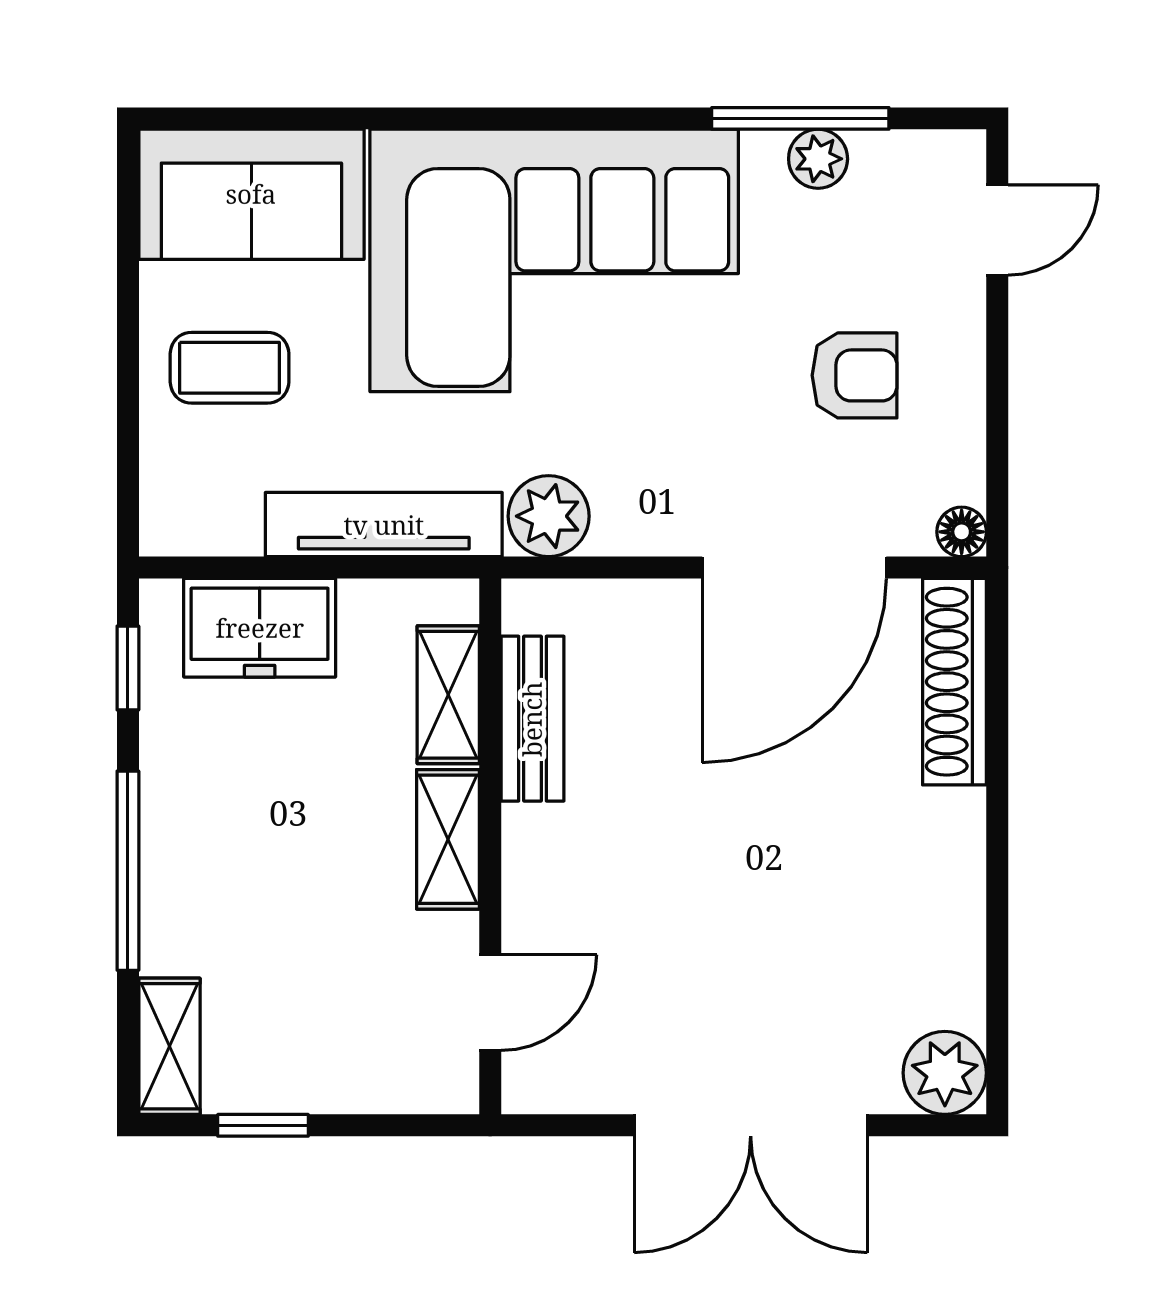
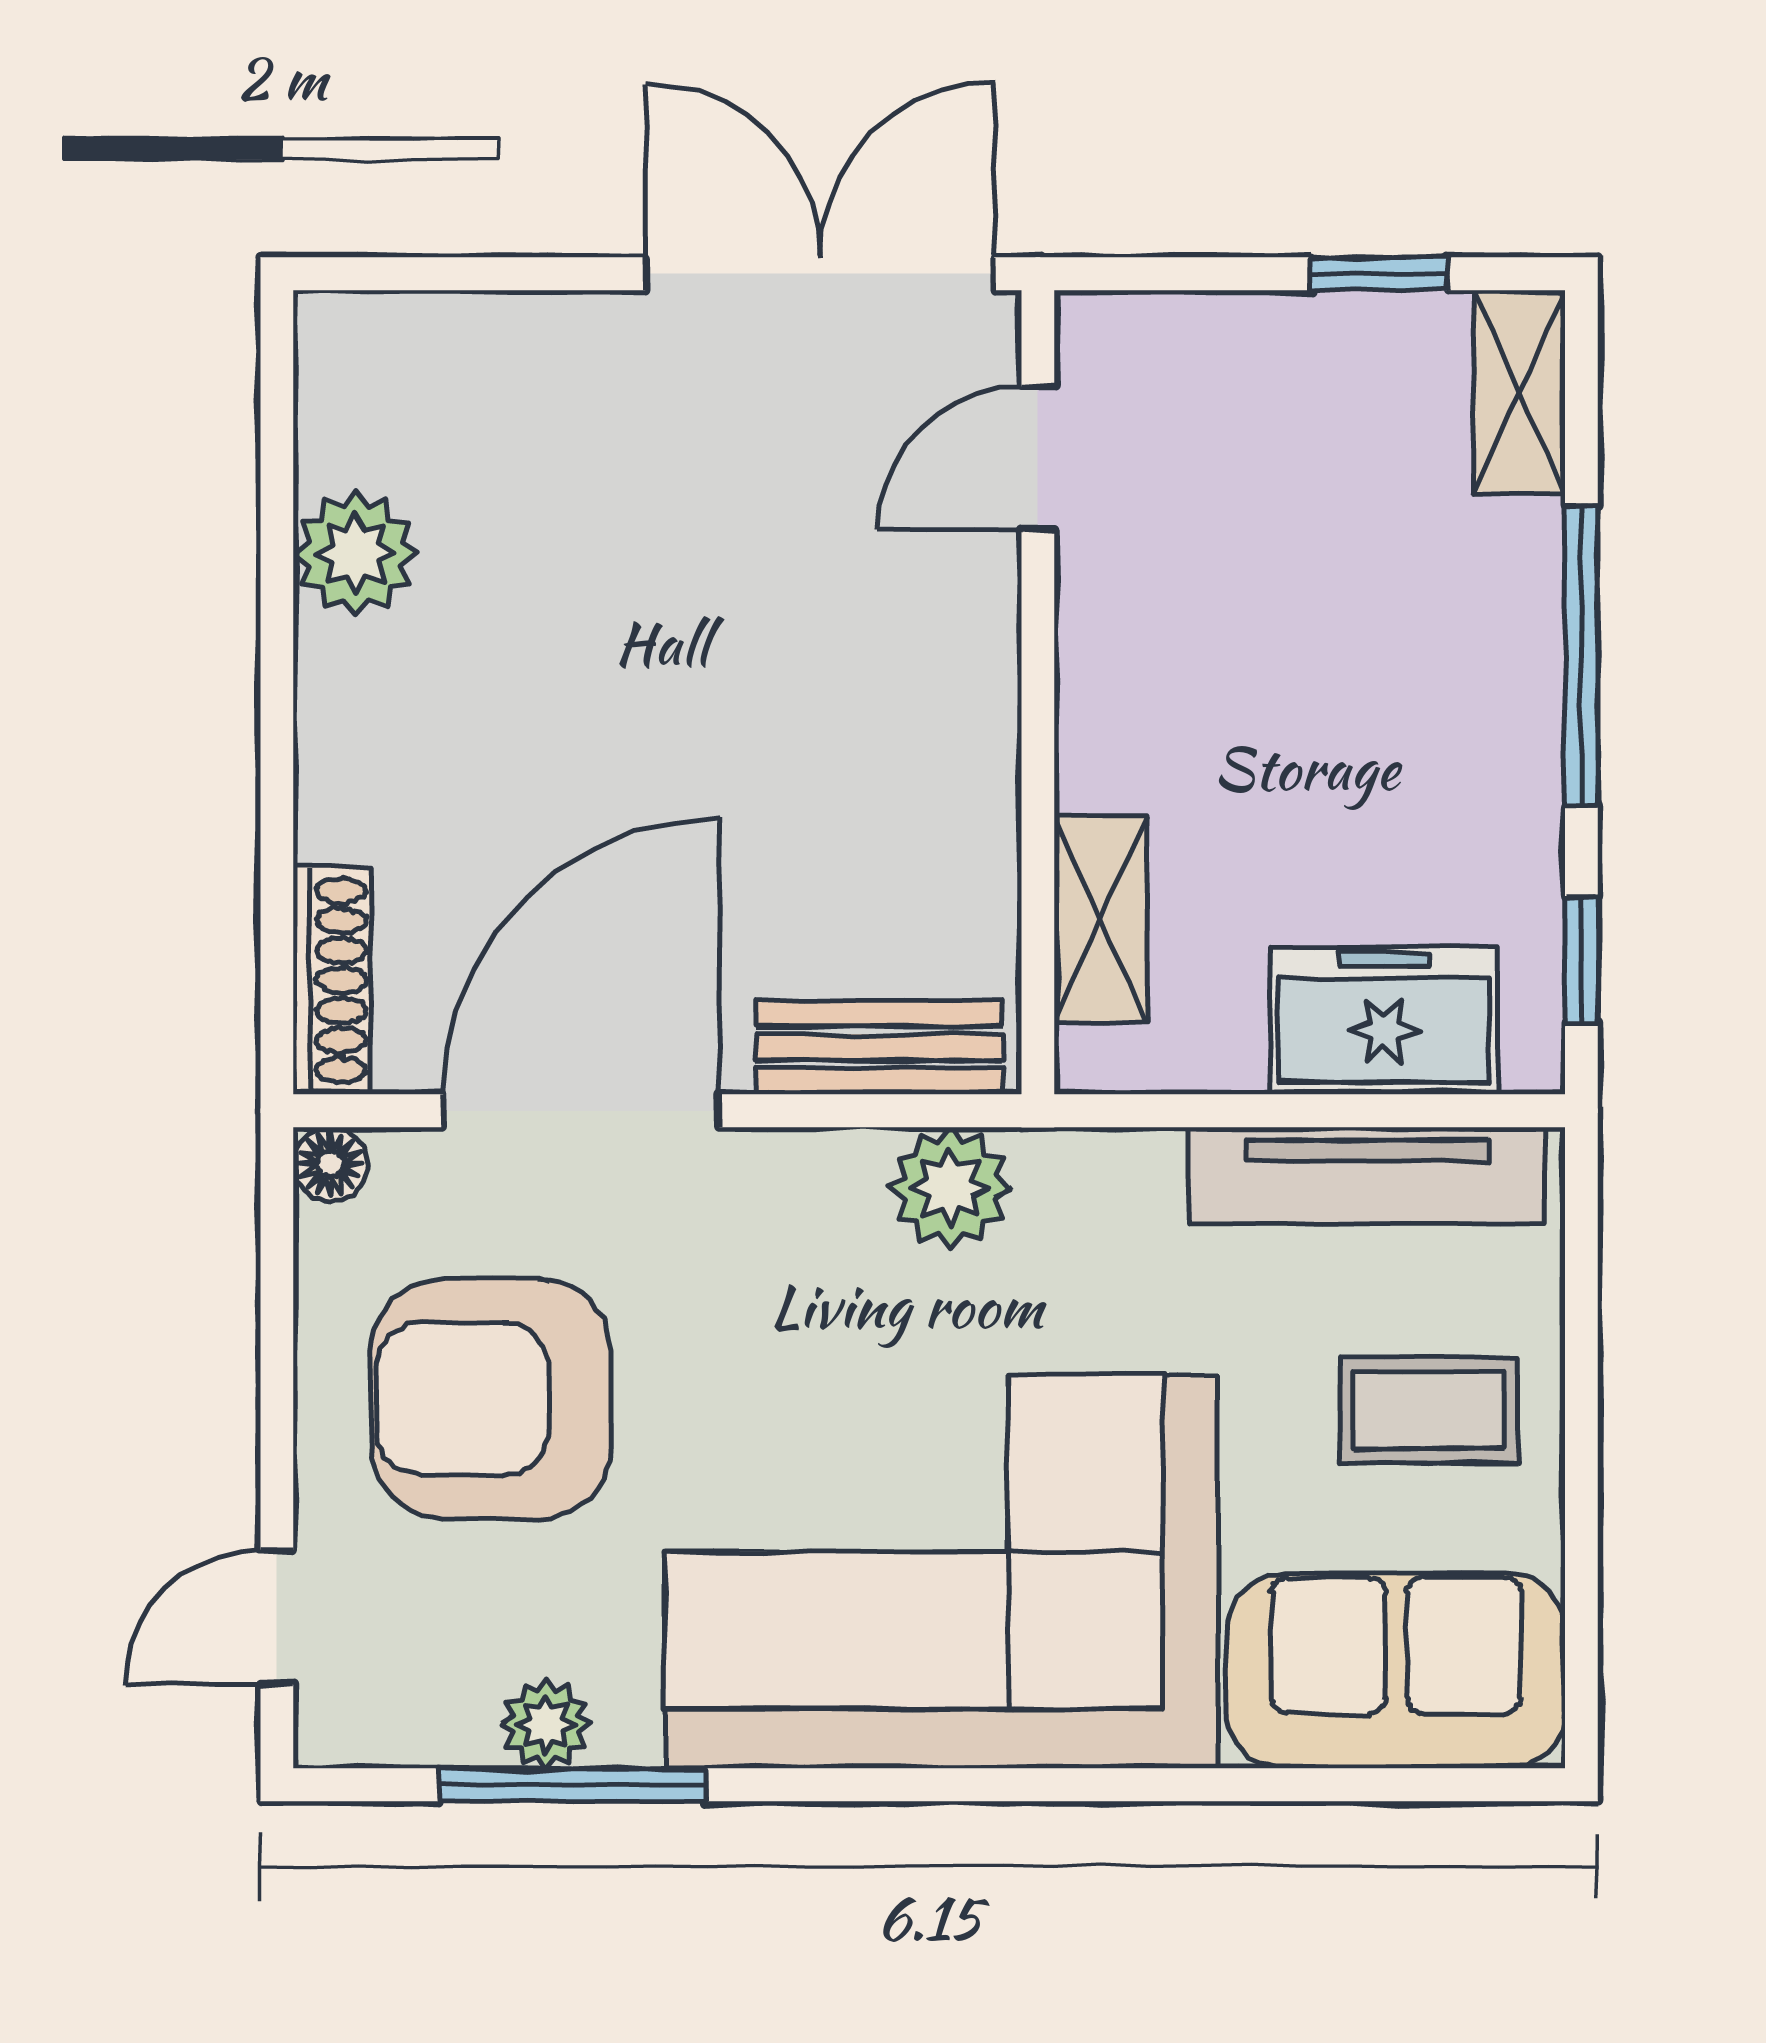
armchair: (855, 375) -> (491, 1399), width x1.88, depth x1.88
tv unit: (384, 525) -> (1368, 1175), moved
shoe rack: (954, 682) -> (332, 980), width x0.74, depth x0.81
bench: (532, 719) -> (879, 1047), moved, turned 90
shelving: (448, 839) -> (1101, 703), removed
plant: (945, 1073) -> (356, 554), moved
double door: (751, 1125) -> (820, 274), moved

